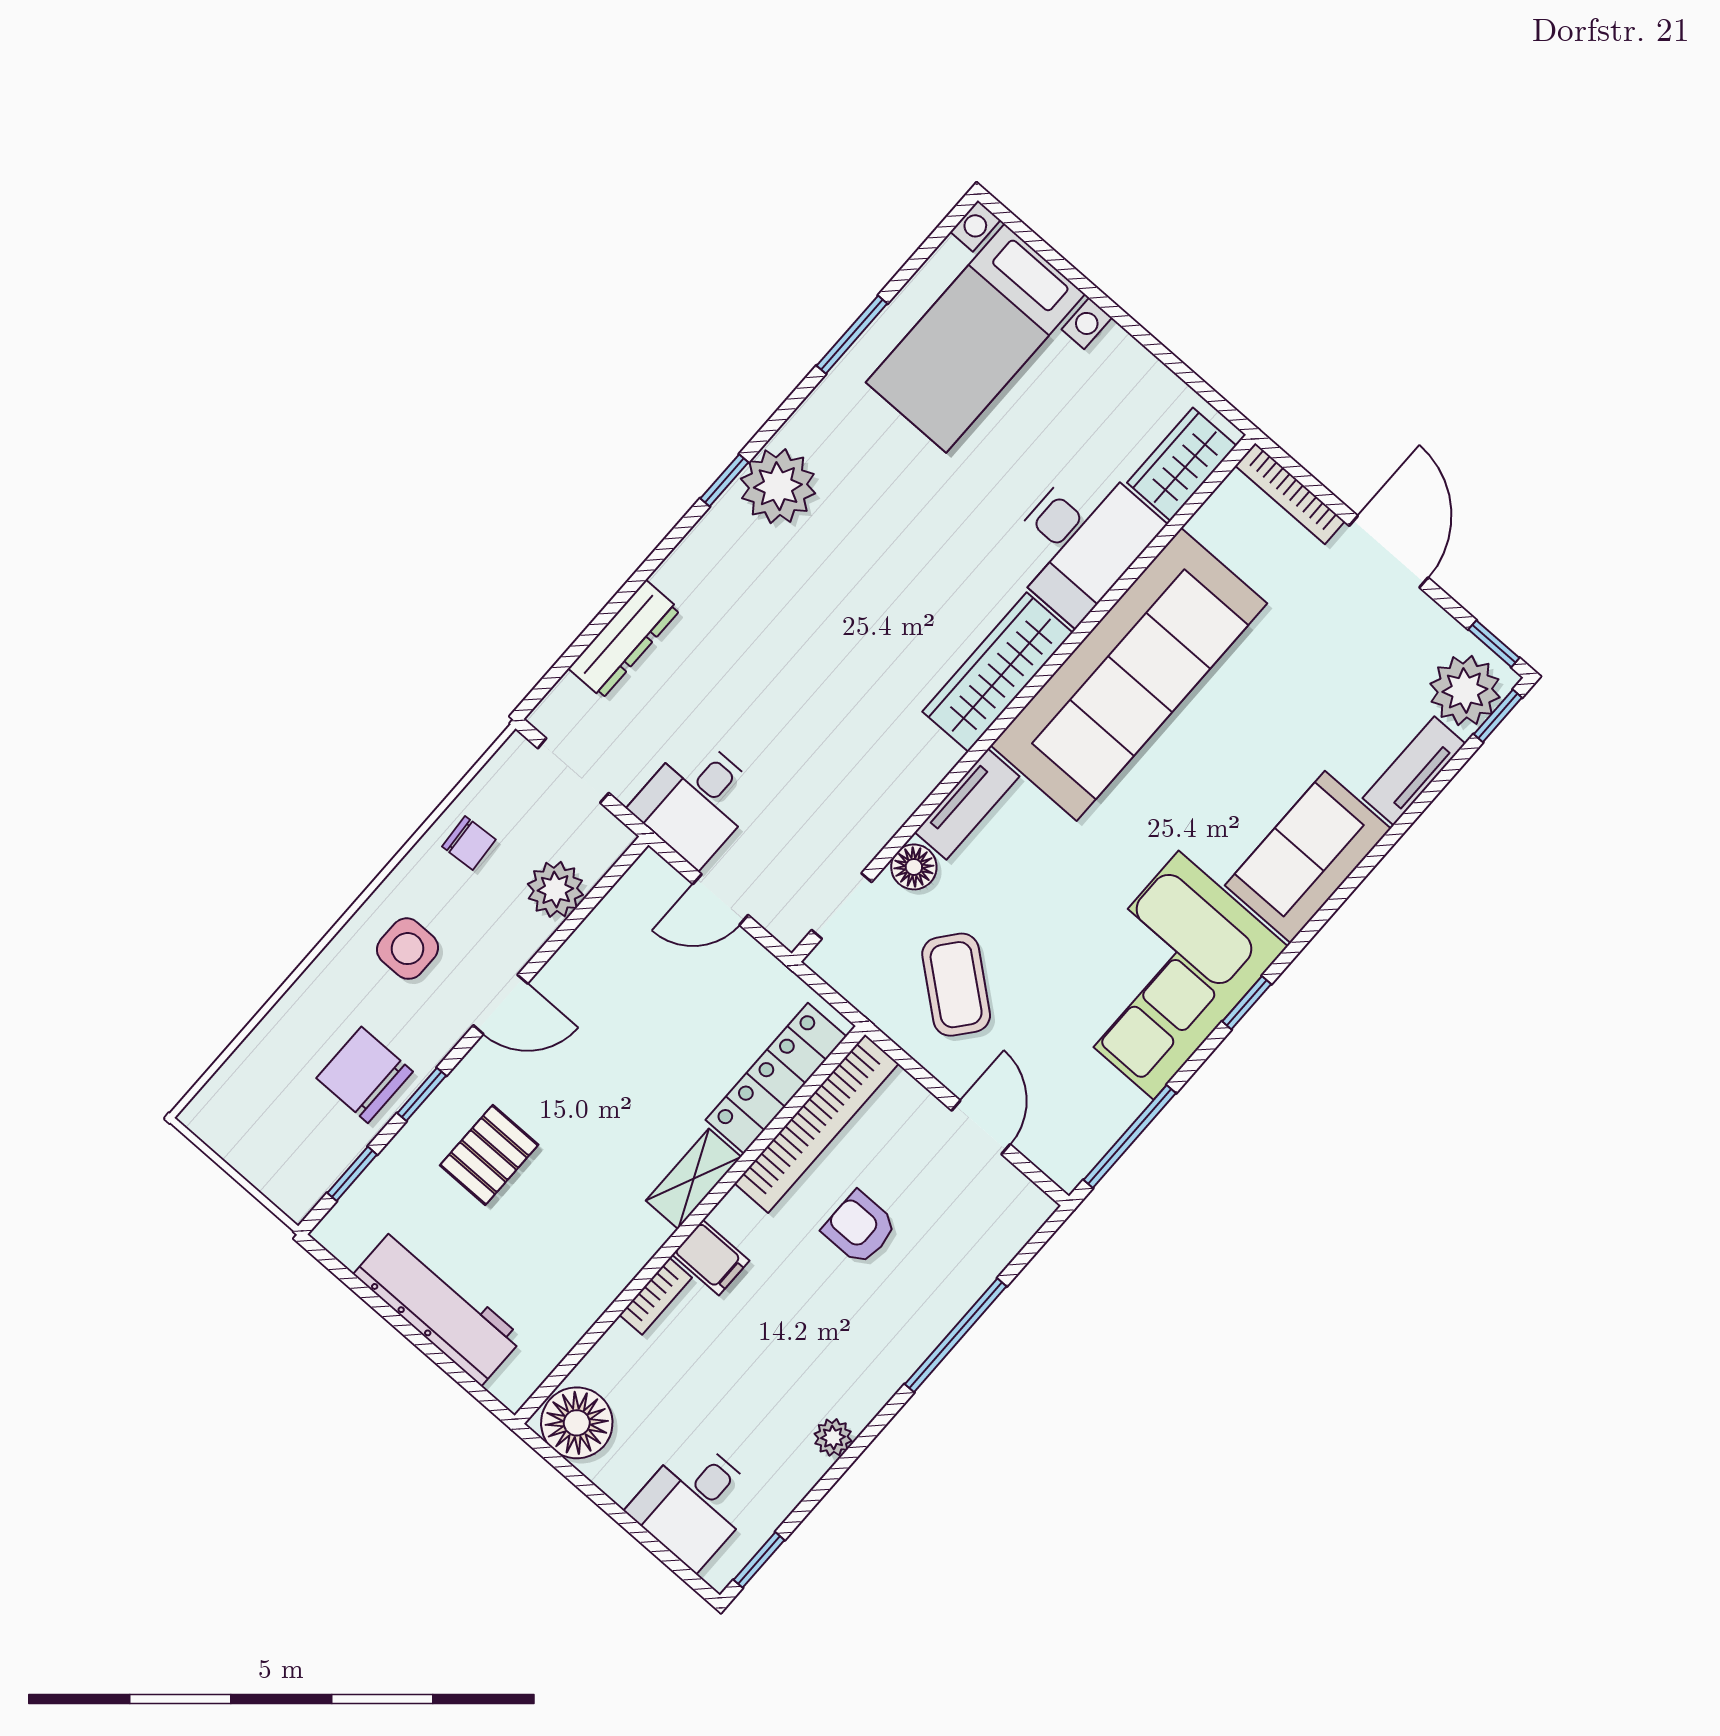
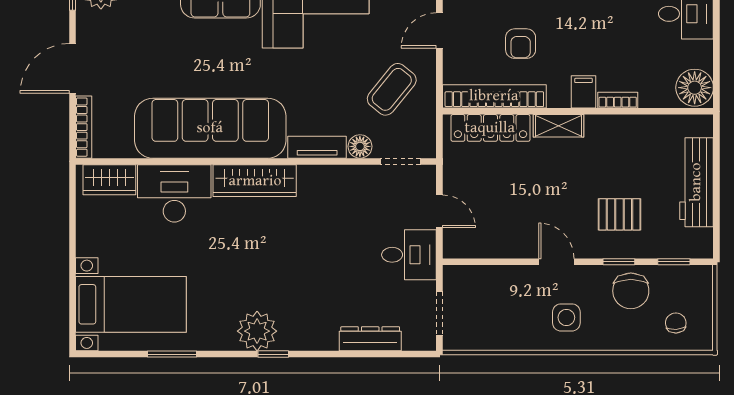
chair: (469, 843) -> (676, 323), moved
plant: (555, 889) -> (492, 280), removed

